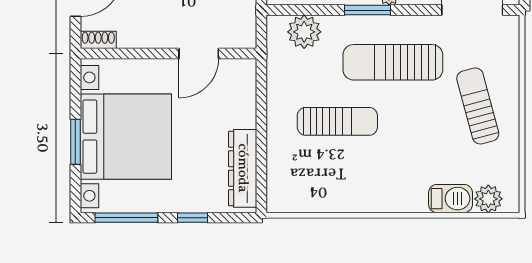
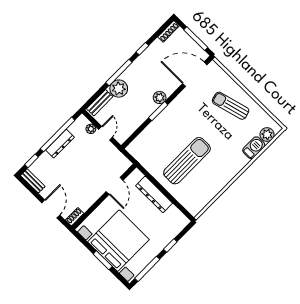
plant: (304, 32) -> (144, 141), removed
sun lounger: (393, 62) -> (185, 120), removed
sun lounger: (337, 121) -> (187, 161), width x1.36, depth x1.34
dresser: (243, 168) -> (154, 194), moved

